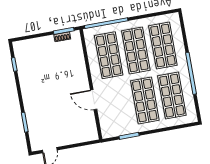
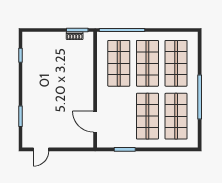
door: (94, 100) -> (95, 122), moved

